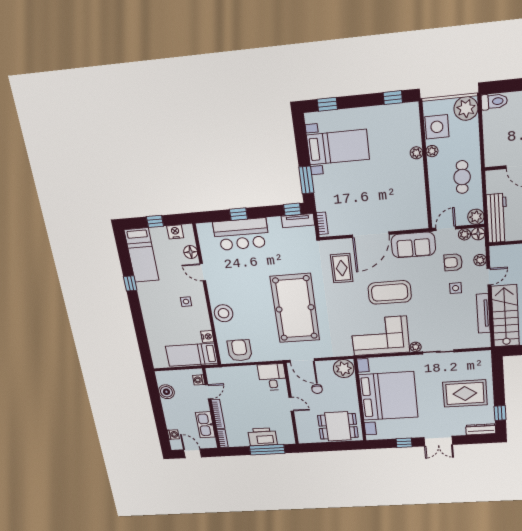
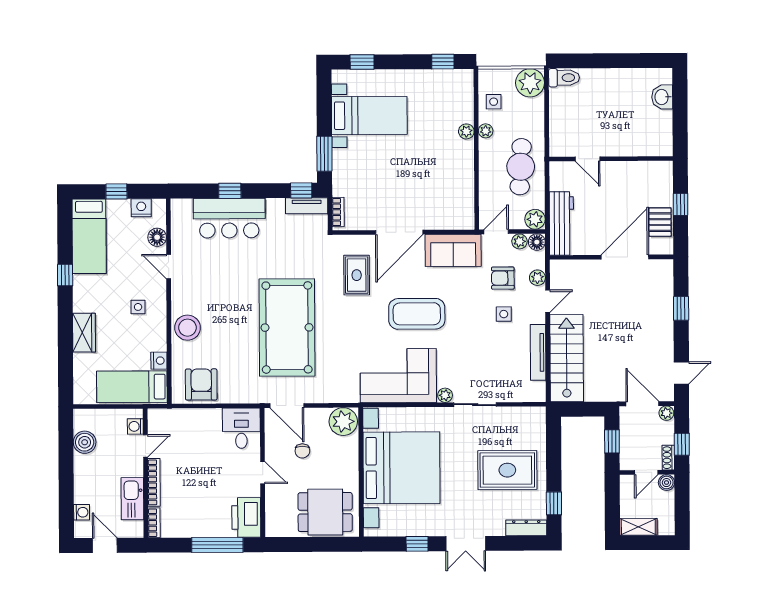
side table: (437, 127) -> (494, 102), width x0.54, depth x0.54
cafe table: (462, 177) -> (521, 167), width x1.37, depth x1.35
wardrobe: (152, 321) -> (84, 333), added
printer: (262, 437) -> (246, 517), moved, turned -90

